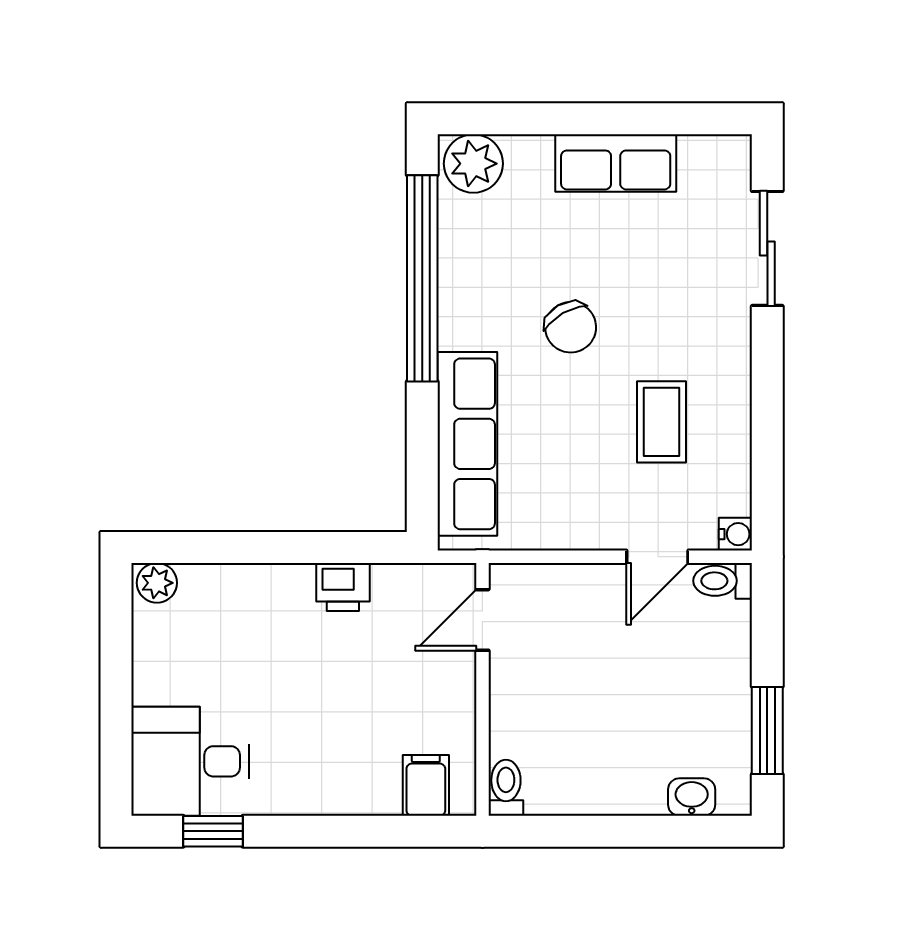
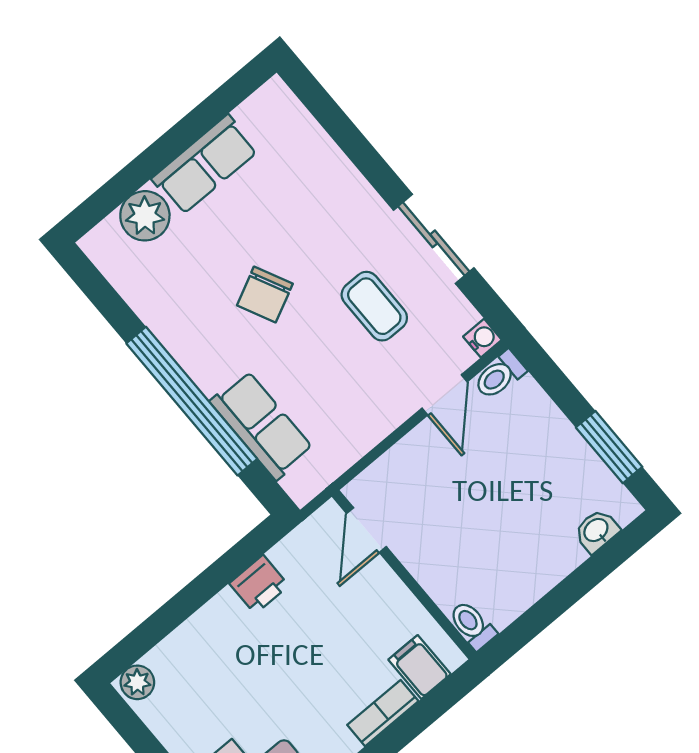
plant: (473, 164) -> (145, 216), moved
sliding door: (767, 248) -> (434, 239), moved
window: (422, 278) -> (192, 401), moved
chair: (571, 327) -> (265, 295), turned 94
row of seats: (467, 444) -> (262, 425), width x0.68
bookcase: (357, 799) -> (383, 713), added

